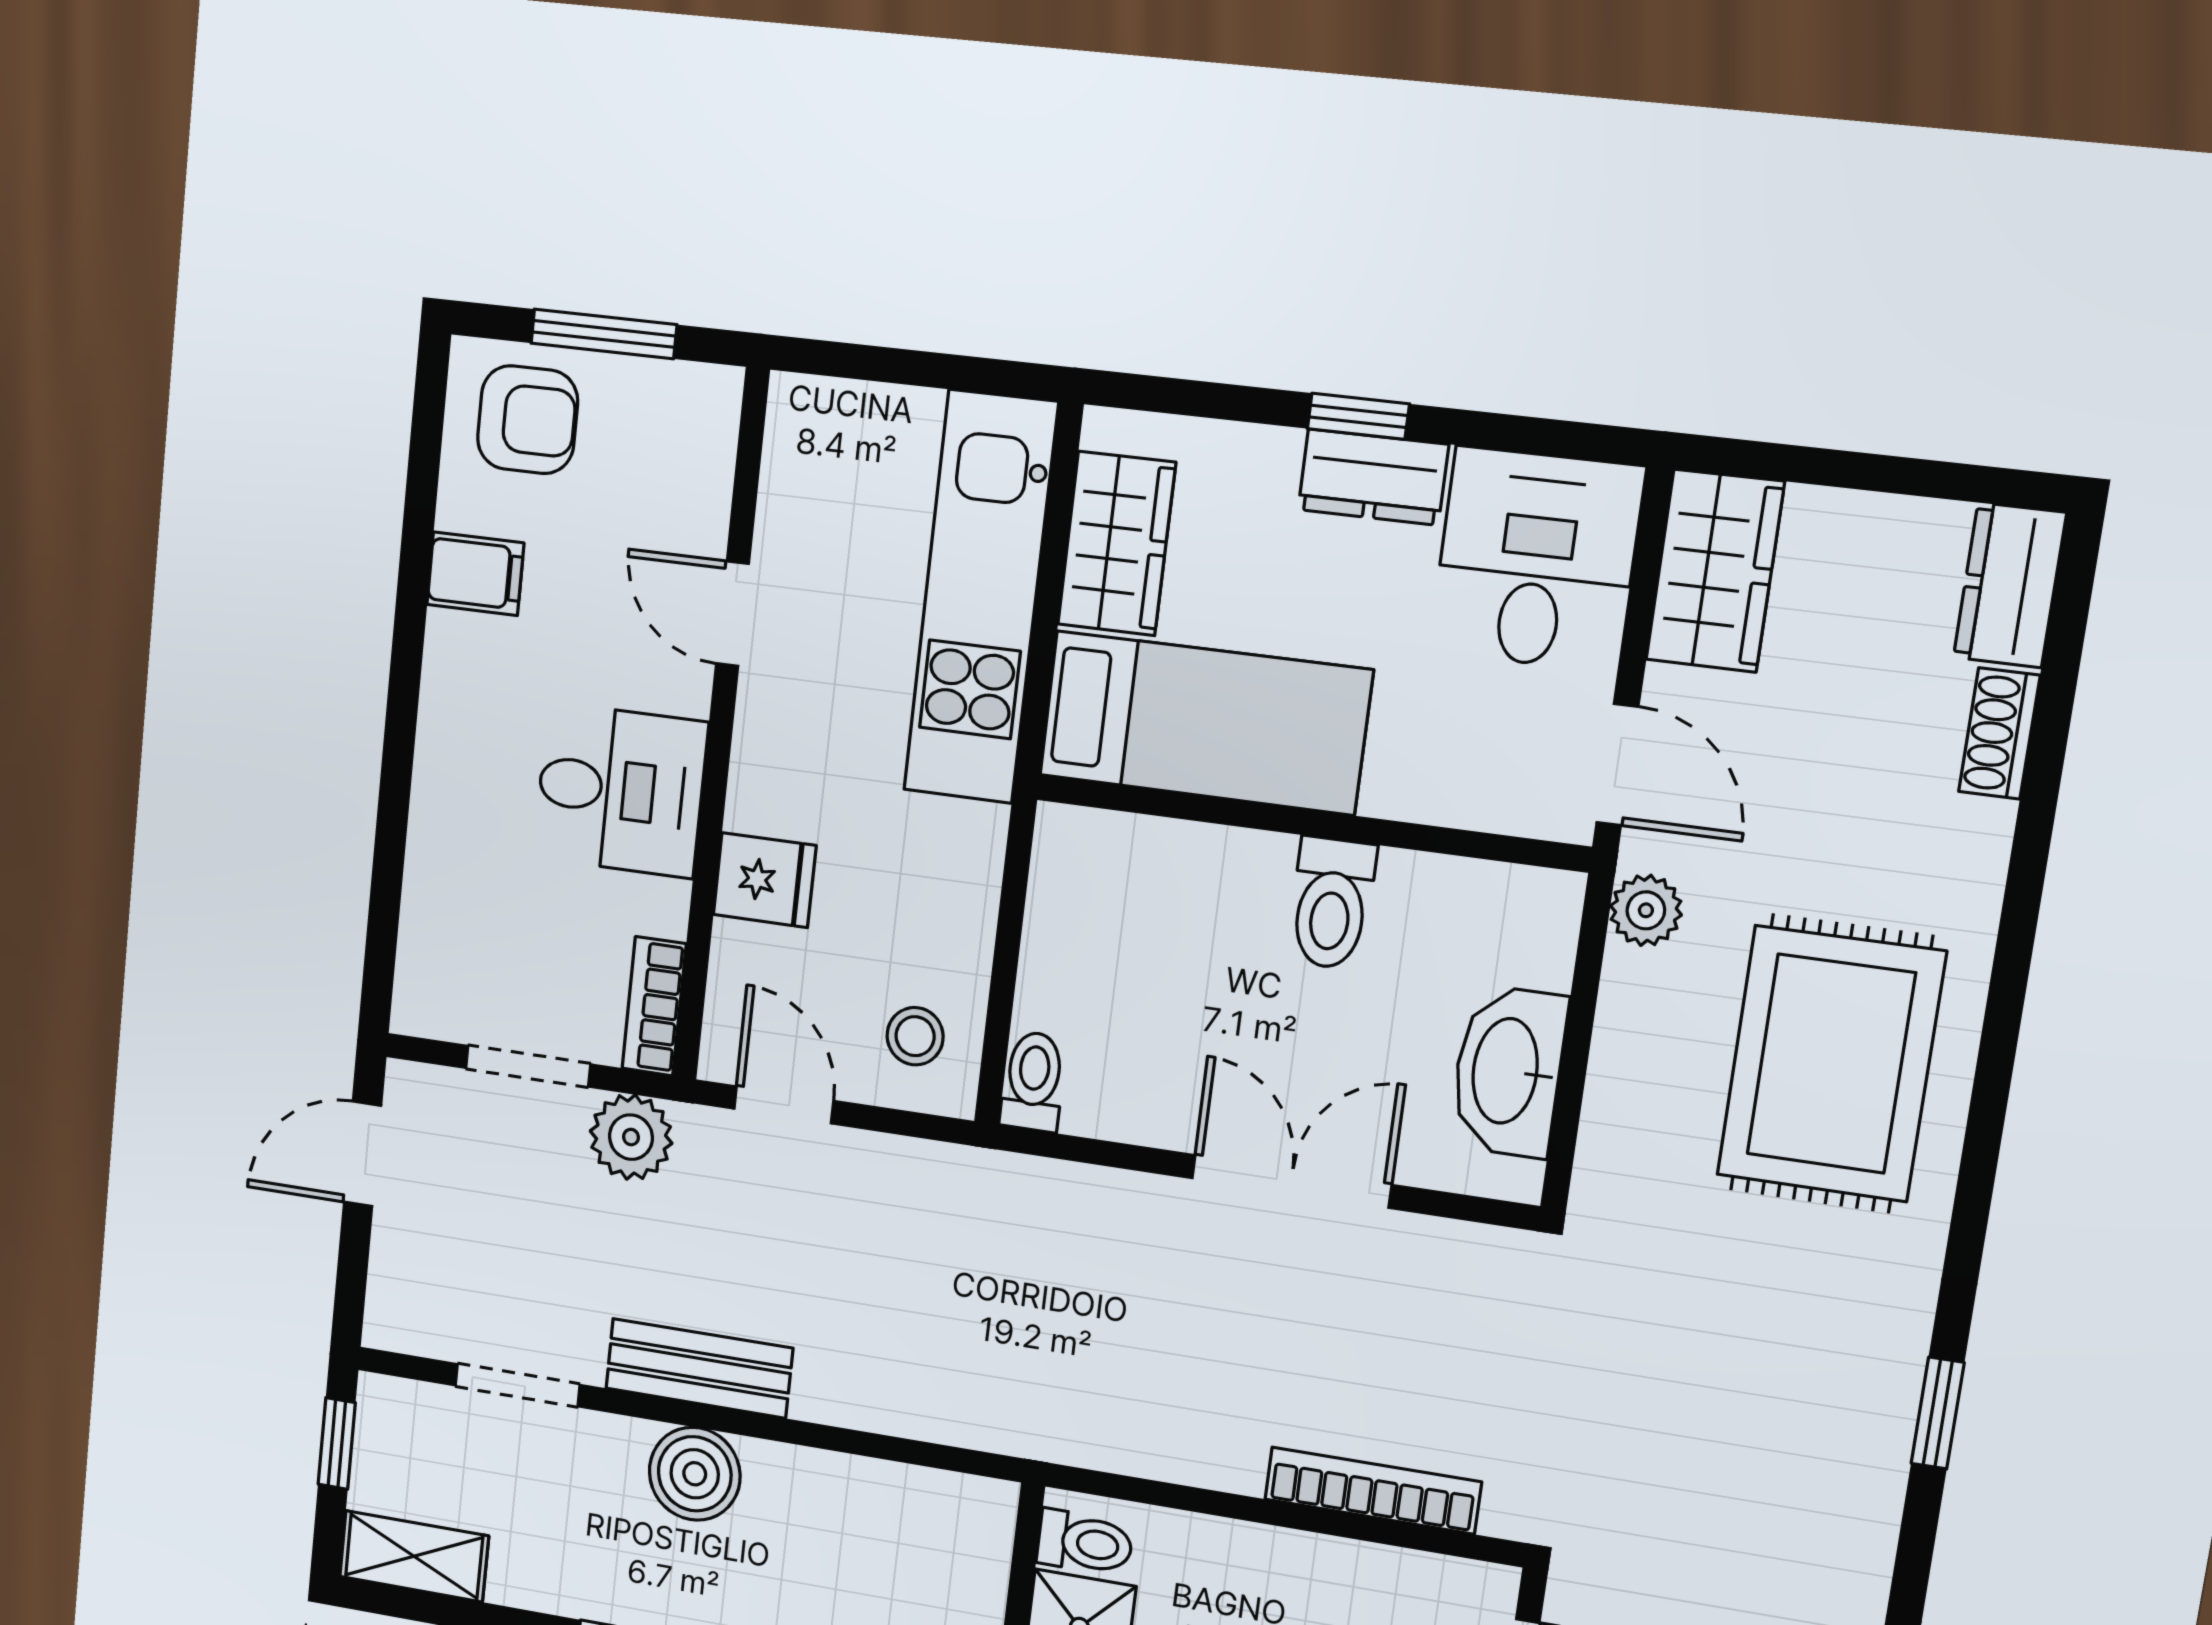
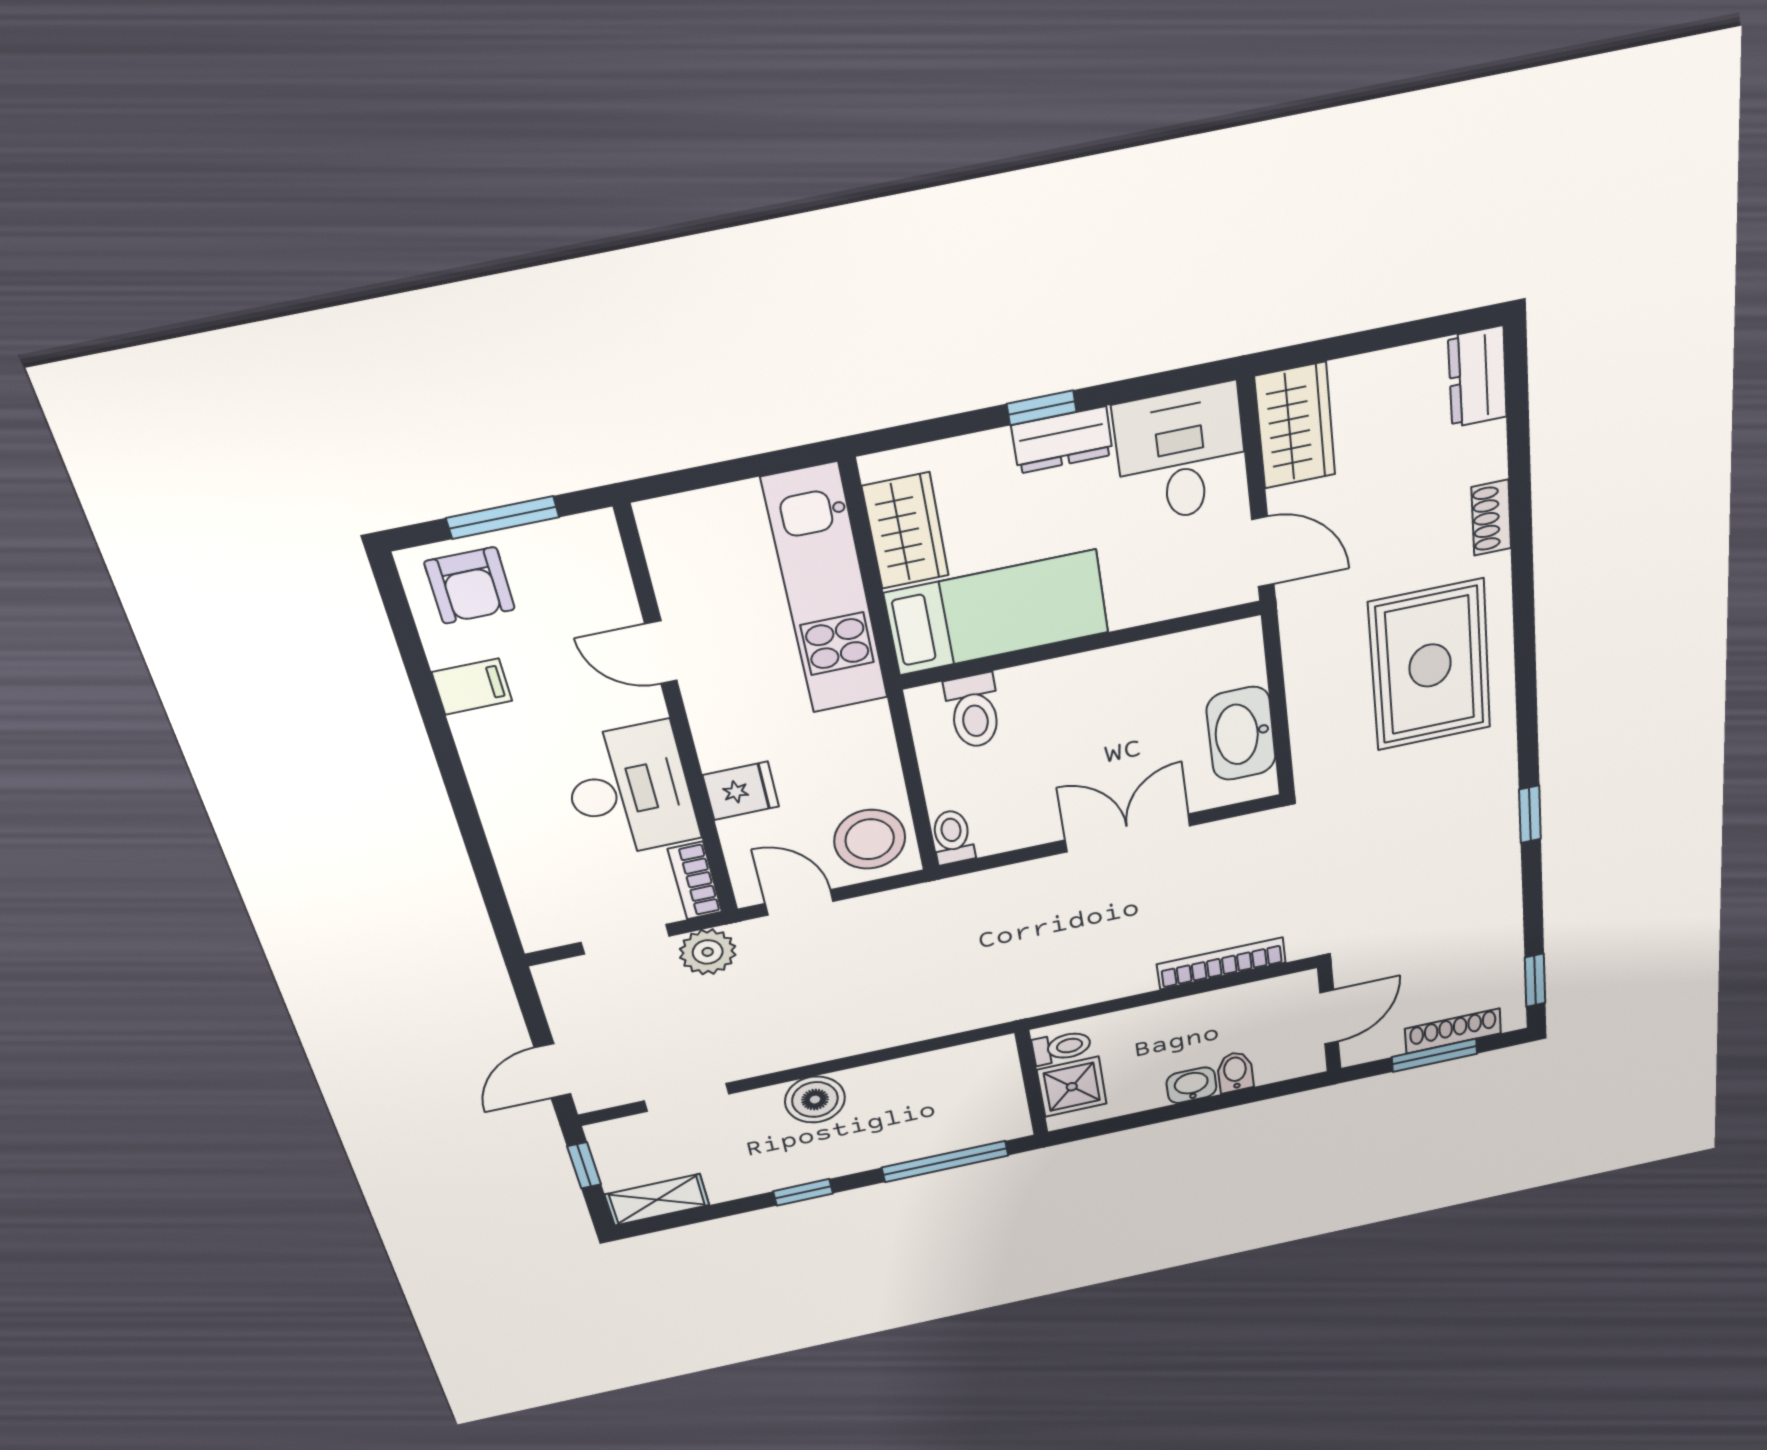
armchair: (528, 420) -> (470, 586), turned 90
shoe rack: (1999, 734) -> (1491, 518), moved
desk: (620, 790) -> (629, 791), width x1.37
toilet: (1332, 903) -> (974, 711), moved
plant: (1646, 910) -> (1301, 623), removed
stool: (915, 1036) -> (870, 839), width x1.89, depth x1.89
door: (363, 1154) -> (552, 1071), moved
bench: (699, 1368) -> (797, 1049), removed

